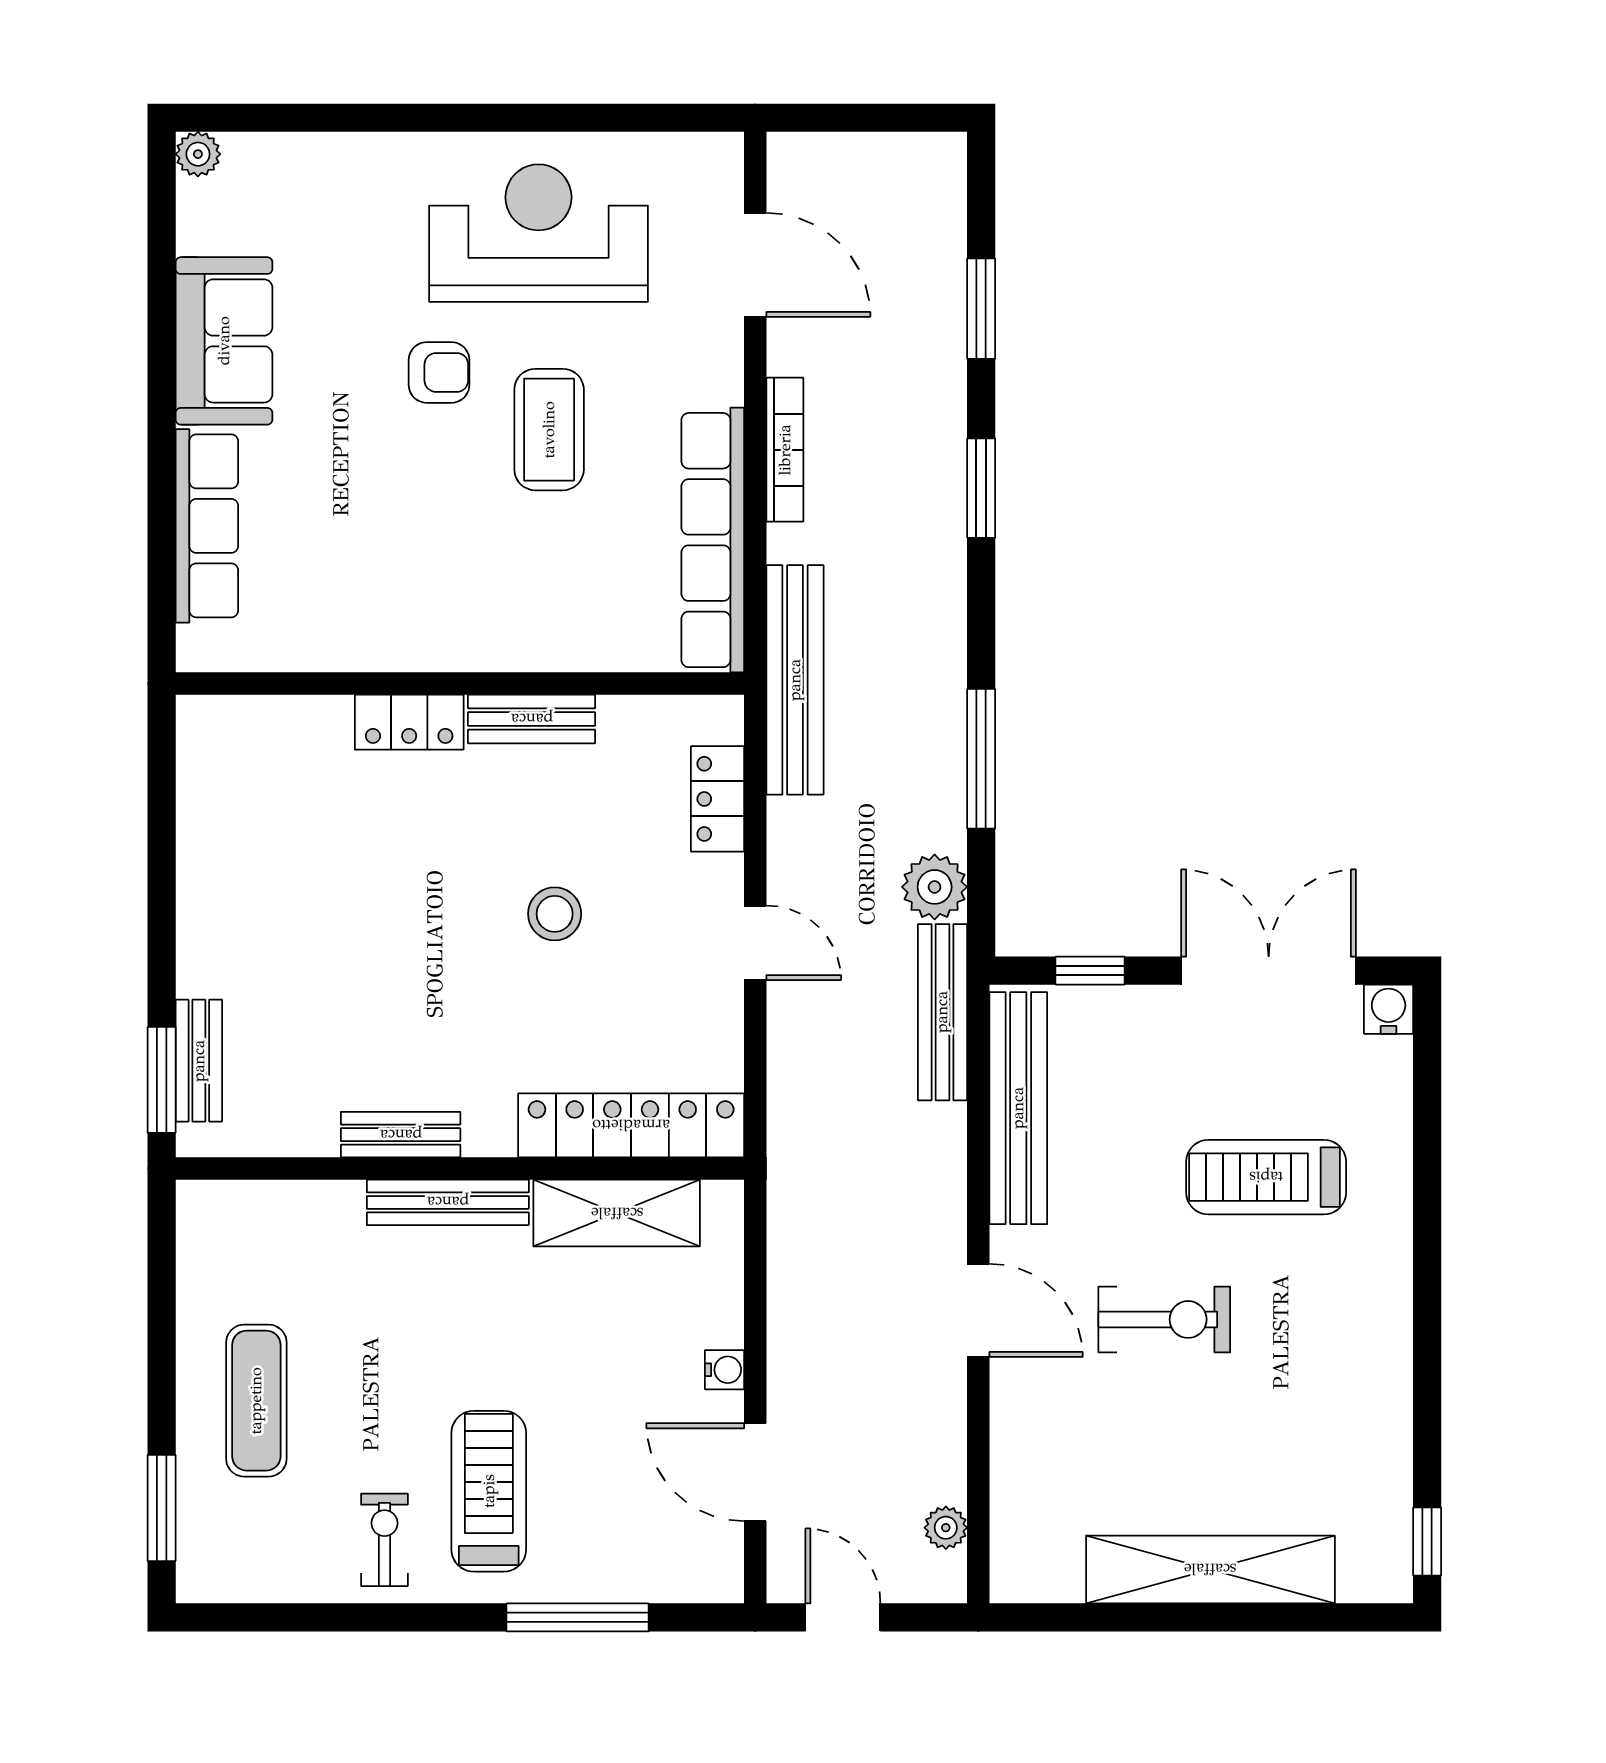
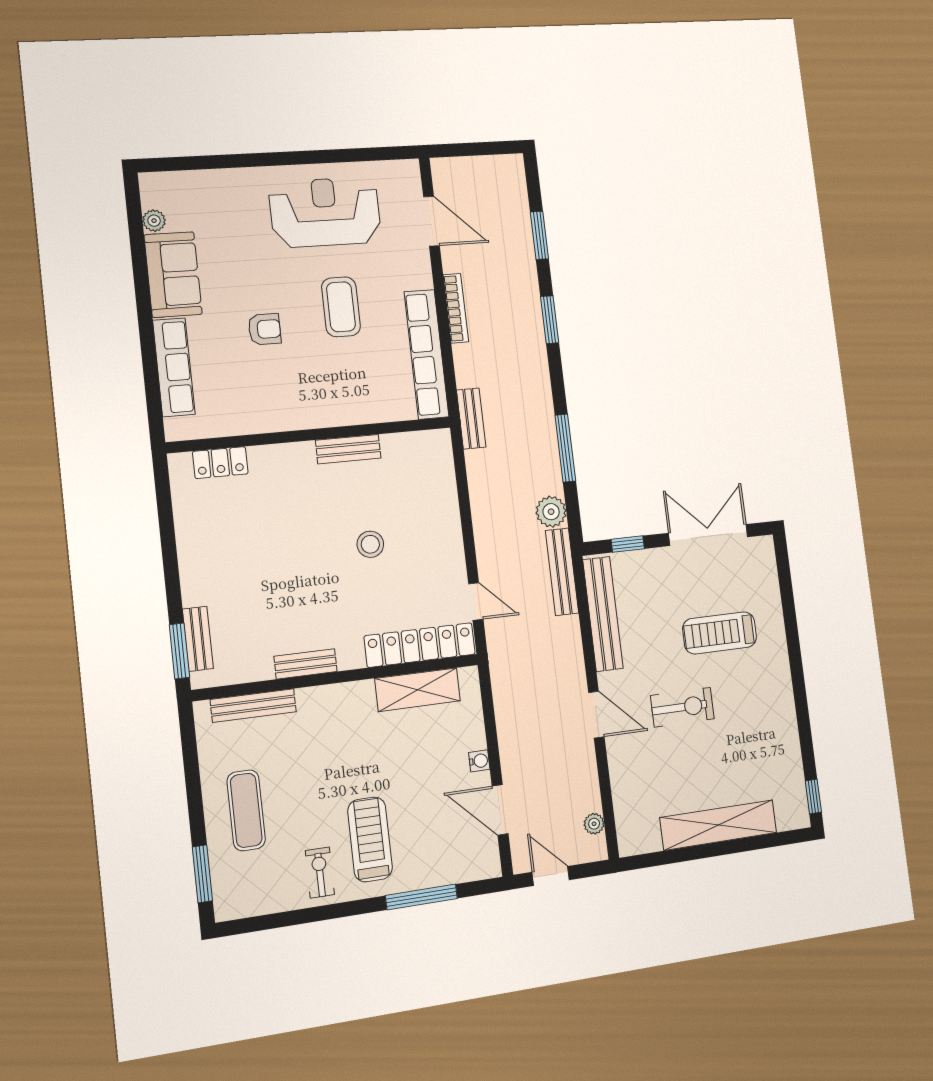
plant: (198, 154) -> (154, 221), moved
armchair: (439, 372) -> (265, 329), moved
bench: (795, 680) -> (471, 419), width x0.54, depth x0.82
locker: (409, 722) -> (220, 463), moved
locker: (718, 799) -> (443, 480), removed
door: (755, 943) -> (476, 601), moved
water cooler: (1389, 1009) -> (764, 547), removed
bench: (448, 1202) -> (253, 706), moved

